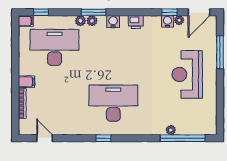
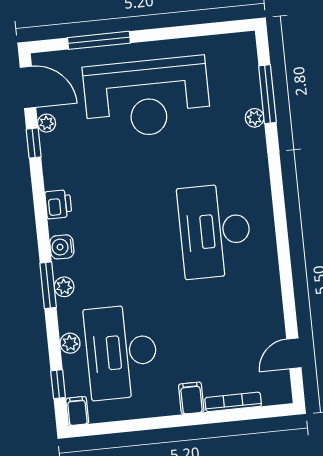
plant: (80, 21) -> (70, 343), moved
water cooler: (168, 21) -> (51, 145), removed
reception desk: (187, 74) -> (147, 98), width x1.36, depth x1.30
window: (104, 138) -> (283, 243), removed
window: (183, 138) -> (267, 94), width x0.68

